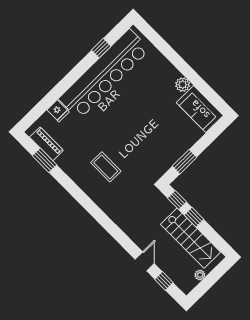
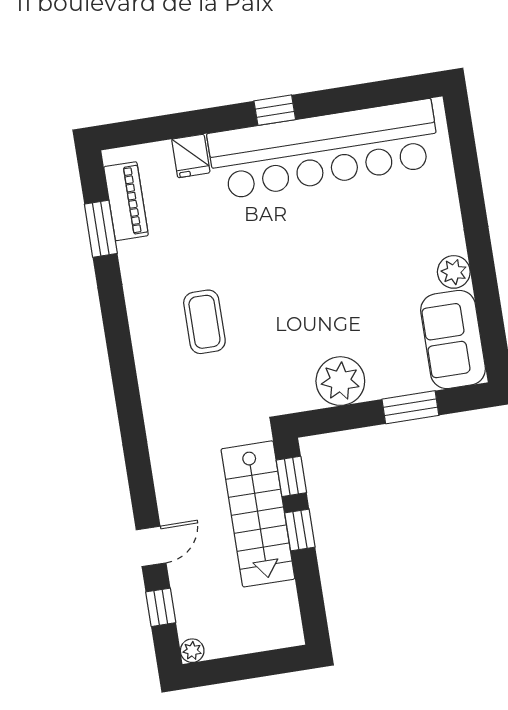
window: (101, 48) -> (275, 110), moved
plant: (170, 153) -> (340, 381), added
window: (185, 162) -> (410, 407), moved
stairs: (191, 238) -> (258, 514), moved
plant: (200, 275) -> (192, 651), moved

